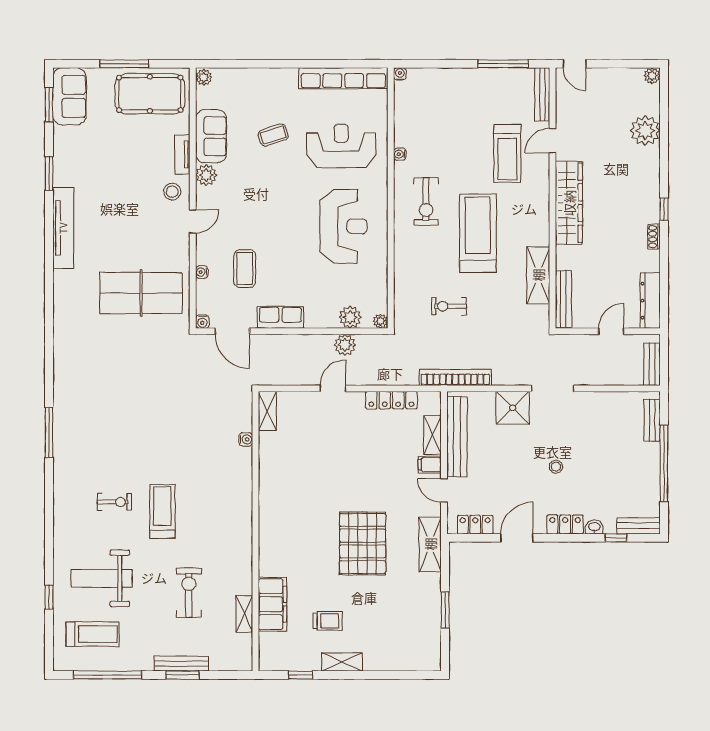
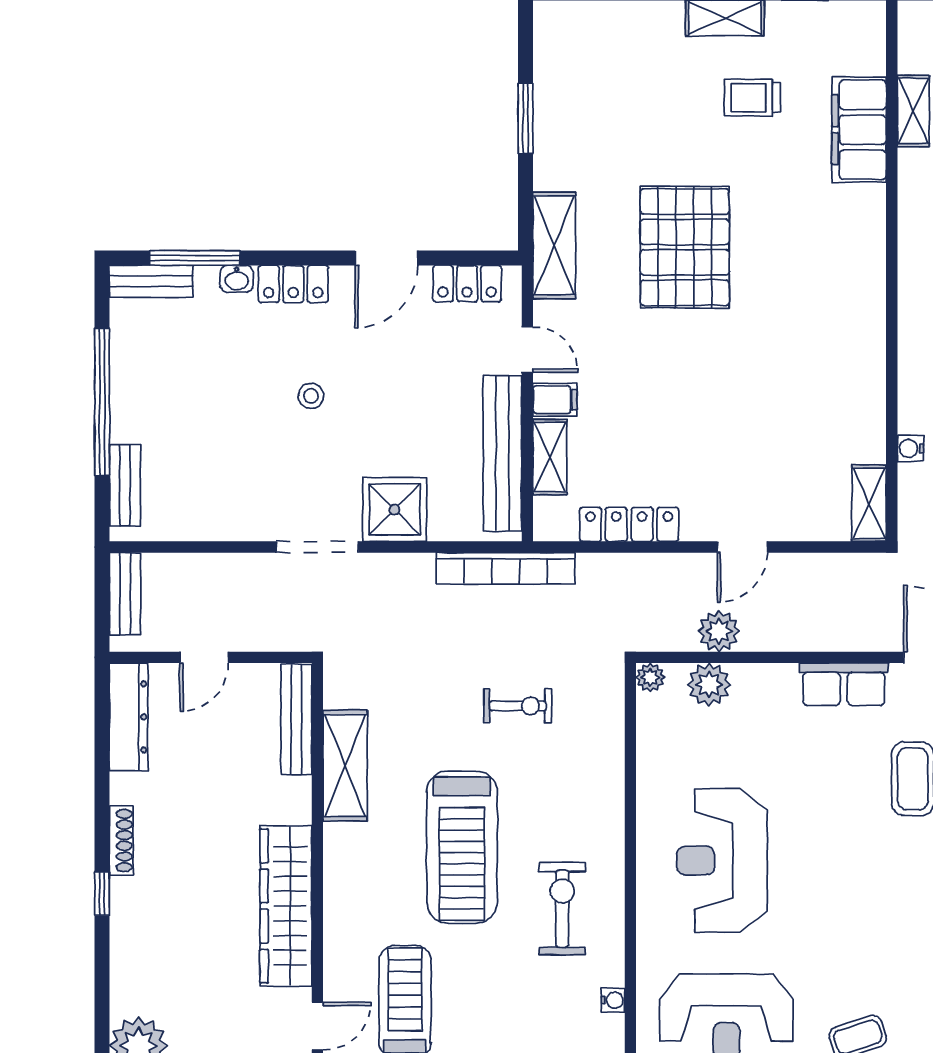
shoe rack: (654, 237) -> (121, 841), width x1.43
window: (616, 538) -> (195, 258), width x2.17

